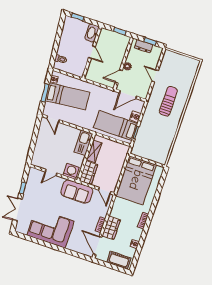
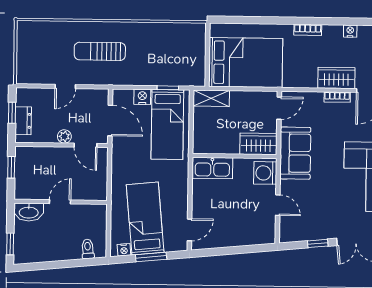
shelving: (94, 151) -> (211, 98), moved

